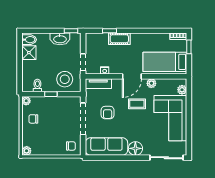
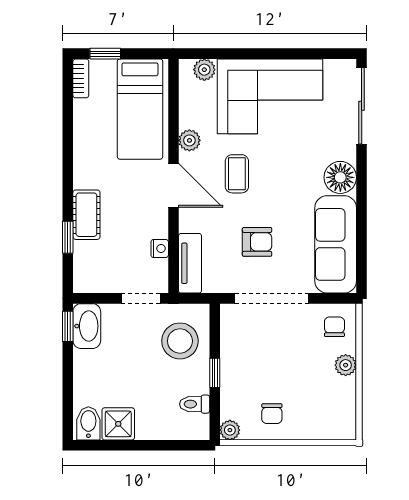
washbasin: (60, 39) -> (87, 326), moved
plant: (27, 151) -> (346, 365), moved

